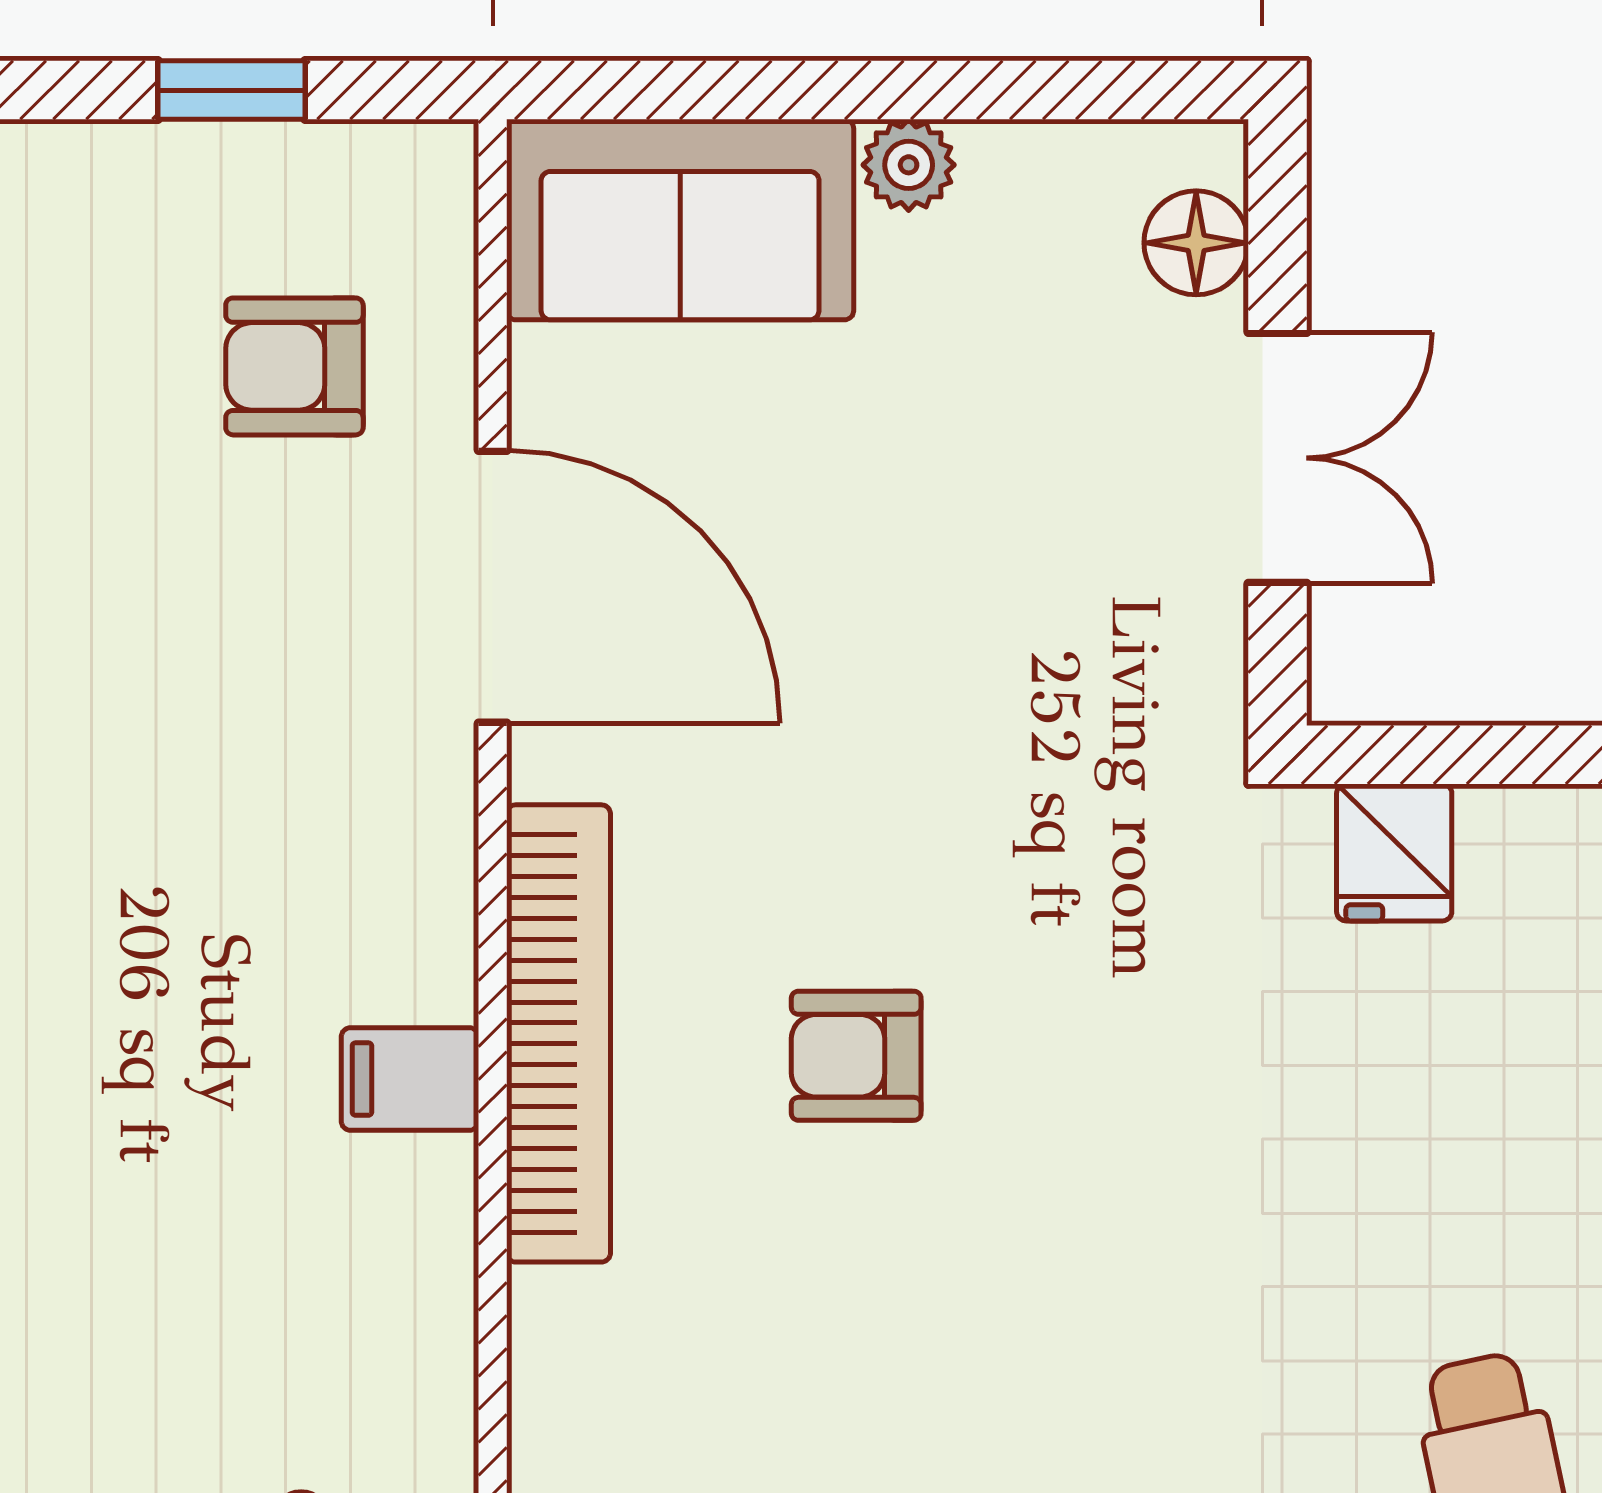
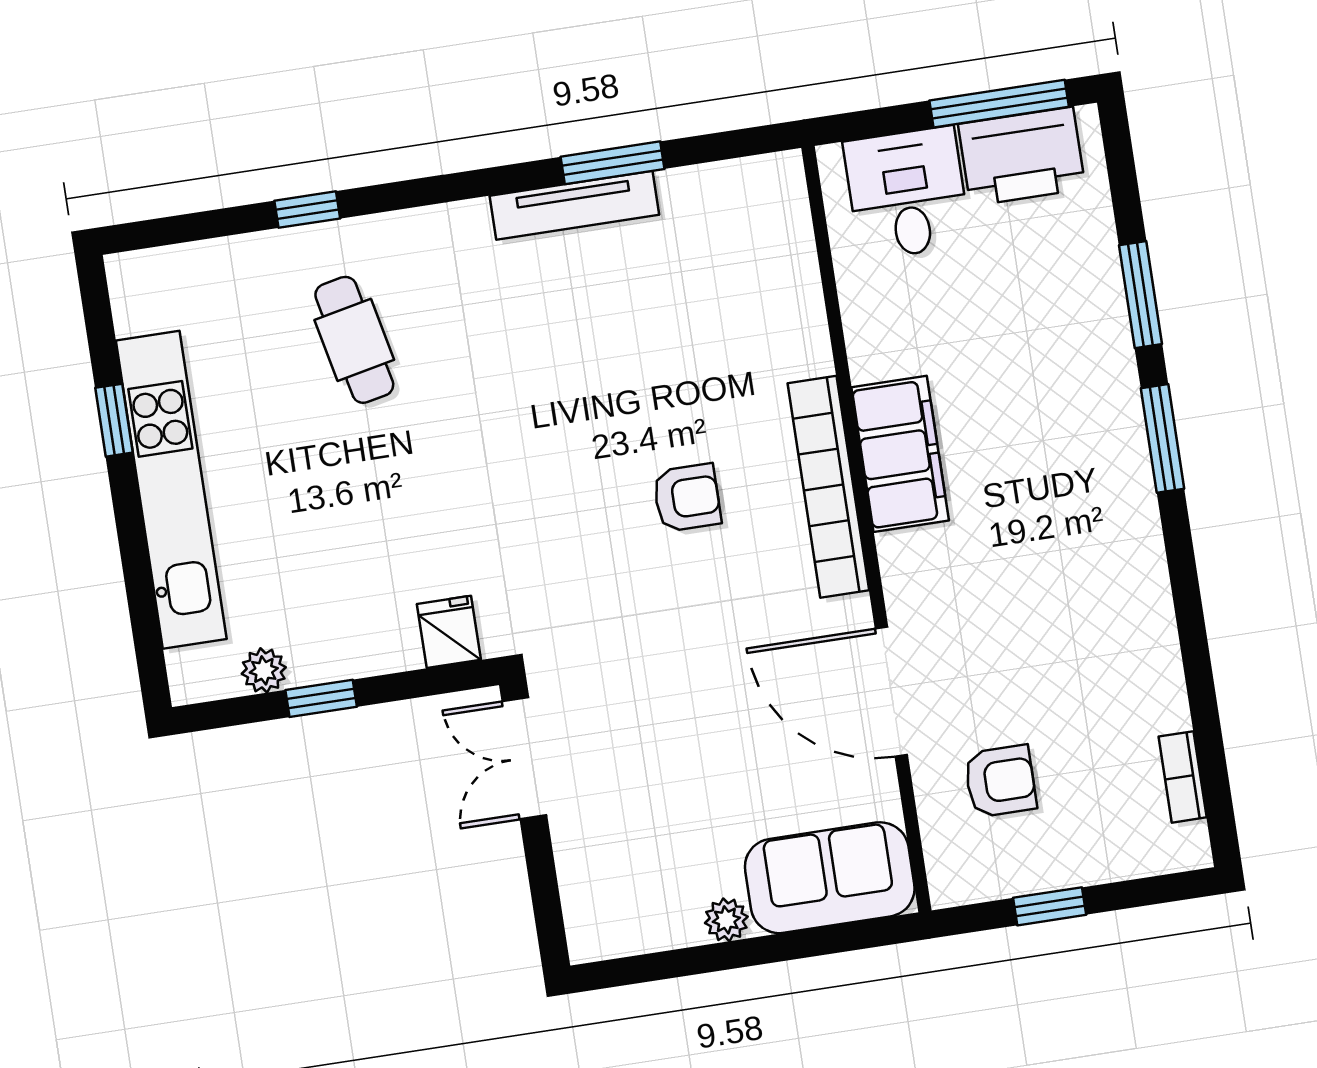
floor lamp: (1196, 243) -> (586, 904), removed
double door: (1277, 458) -> (524, 758), moved
filing cabinet: (410, 1079) -> (900, 454), width x3.00, depth x1.17

